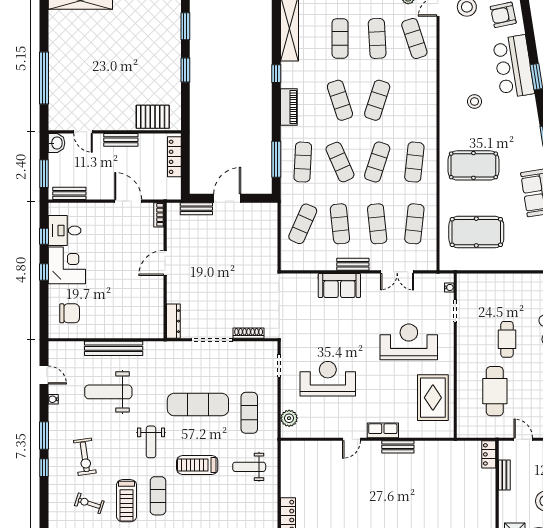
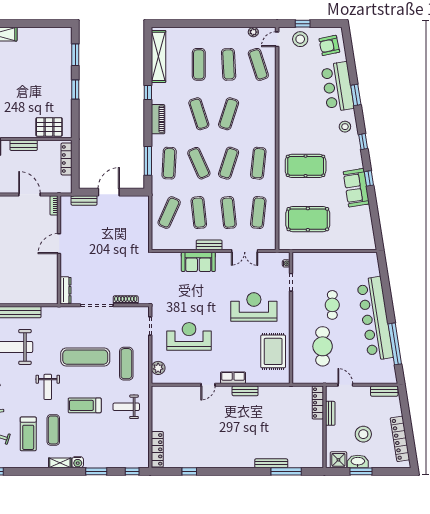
stool: (475, 101) -> (345, 127), moved
locker: (489, 454) -> (318, 403), width x1.53

